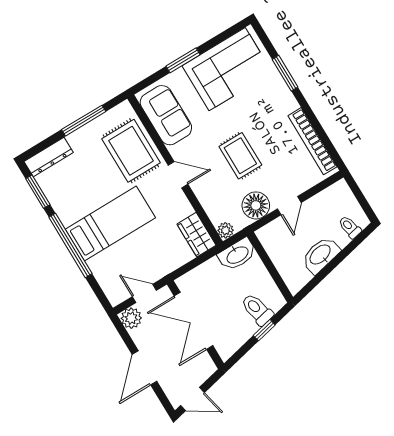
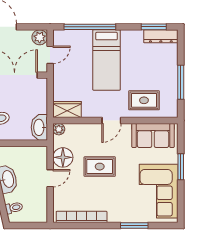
rug: (131, 151) -> (144, 100), width x0.73, depth x0.70
dresser: (49, 157) -> (161, 36), moved, turned -90
door: (289, 206) -> (50, 178), swing flipped
window: (70, 245) -> (90, 27), moved

